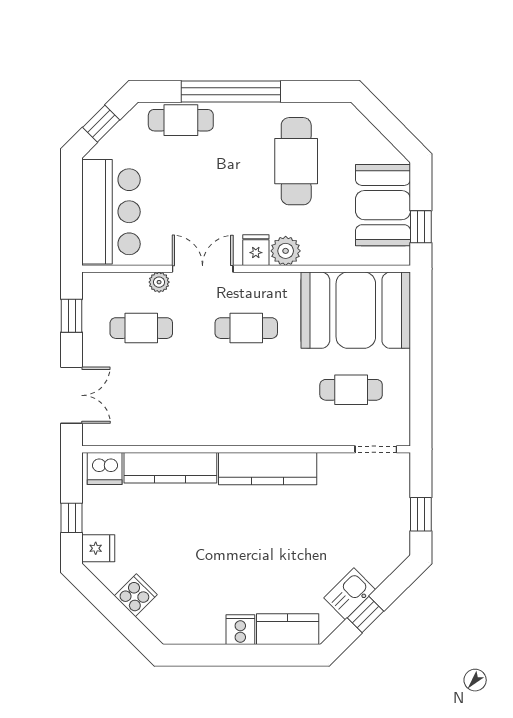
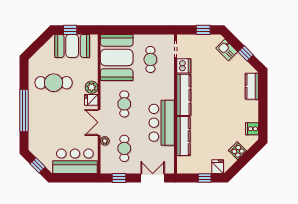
cafe table: (181, 120) -> (36, 132), removed
window: (421, 227) -> (70, 30), moved
bar counter: (202, 416) -> (162, 123), added
dishwasher: (105, 469) -> (184, 66), moved
kitchen sink: (350, 594) -> (227, 50), moved
cooker: (240, 630) -> (252, 129), moved

